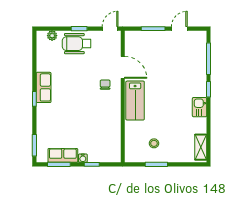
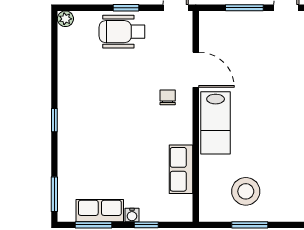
plant: (52, 36) -> (65, 19), moved
row of seats: (44, 87) -> (181, 169), moved, turned 180
stool: (154, 143) -> (246, 191), width x1.89, depth x1.89

